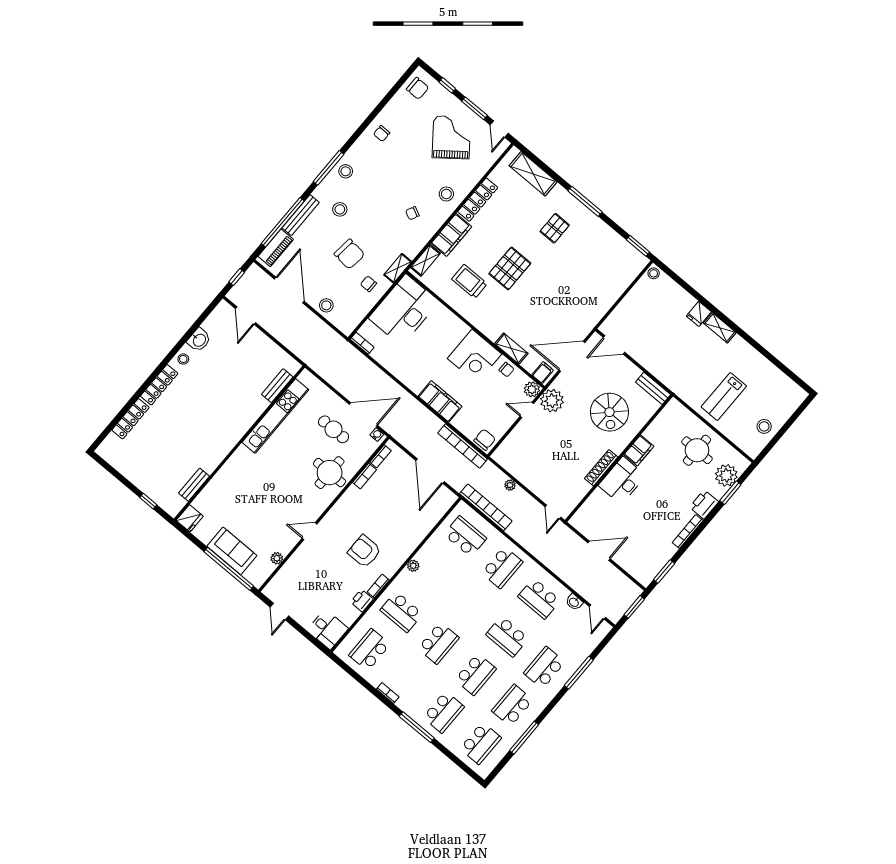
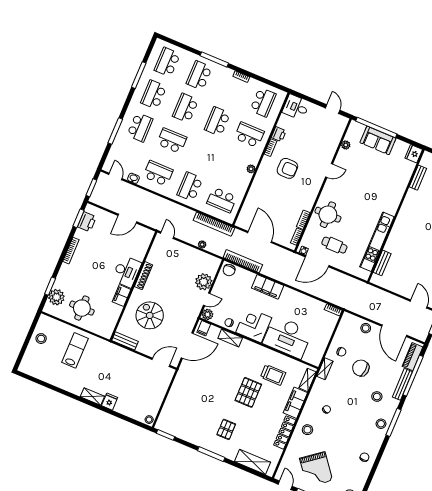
desk: (404, 310) -> (287, 337), moved, turned 90
plant: (552, 401) -> (204, 282), moved
printer: (704, 504) -> (87, 222), moved
school desk: (512, 705) -> (154, 95), turned 180

